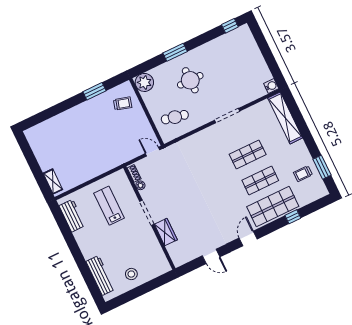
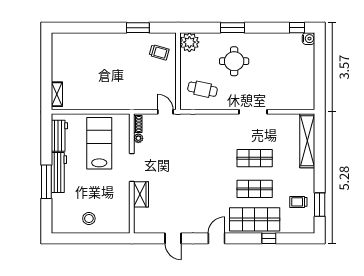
water cooler: (271, 86) -> (308, 39), moved
lab bench: (109, 206) -> (99, 143), width x1.36, depth x1.39
window: (80, 260) -> (46, 182), added
workbench: (100, 275) -> (59, 172), moved

